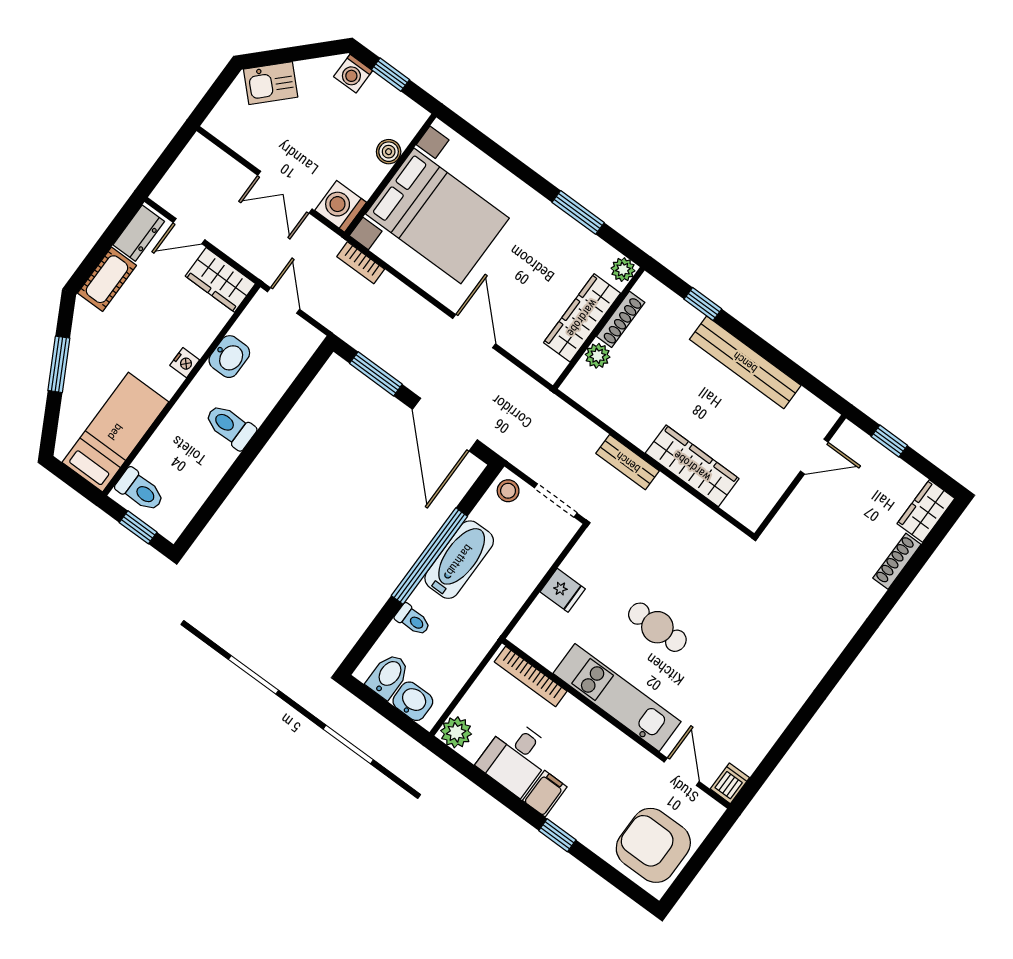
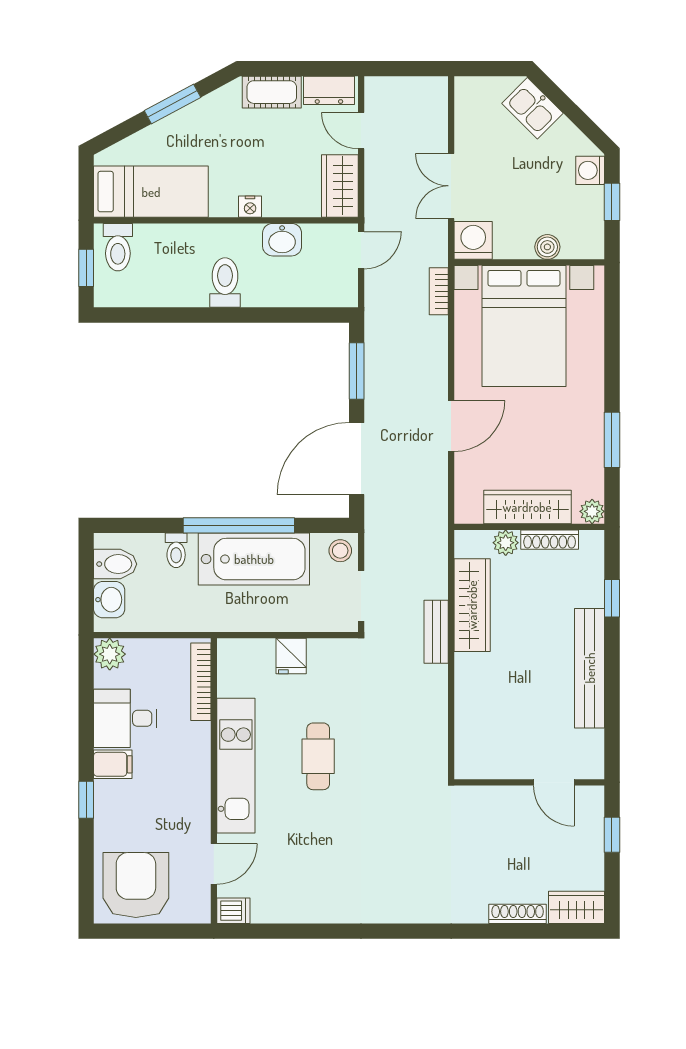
wardrobe: (692, 466) -> (472, 605), moved
bathtub: (459, 560) -> (254, 559), width x1.36, depth x1.36

